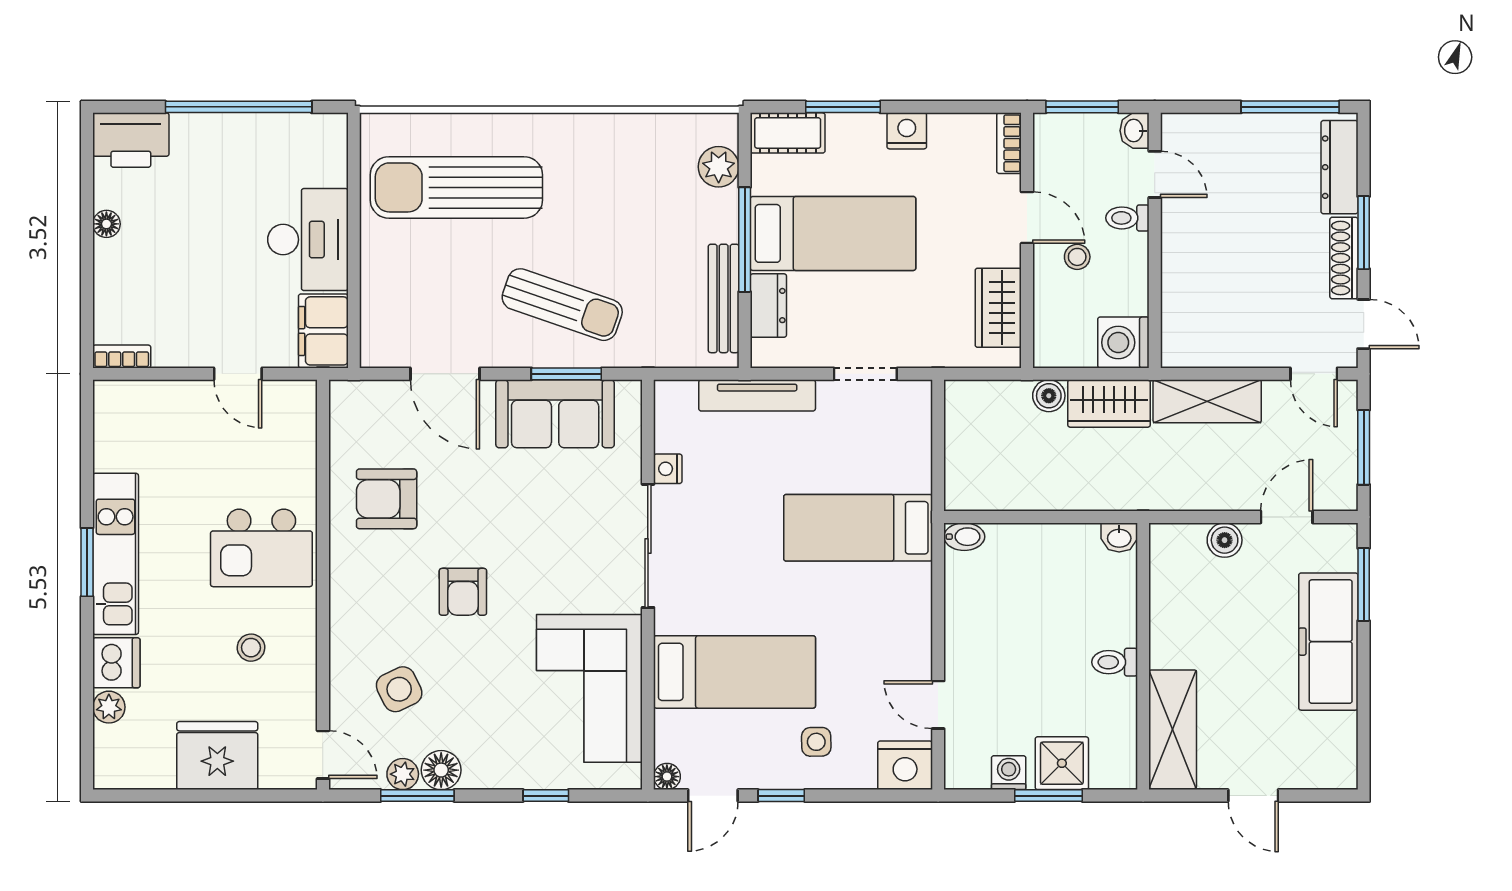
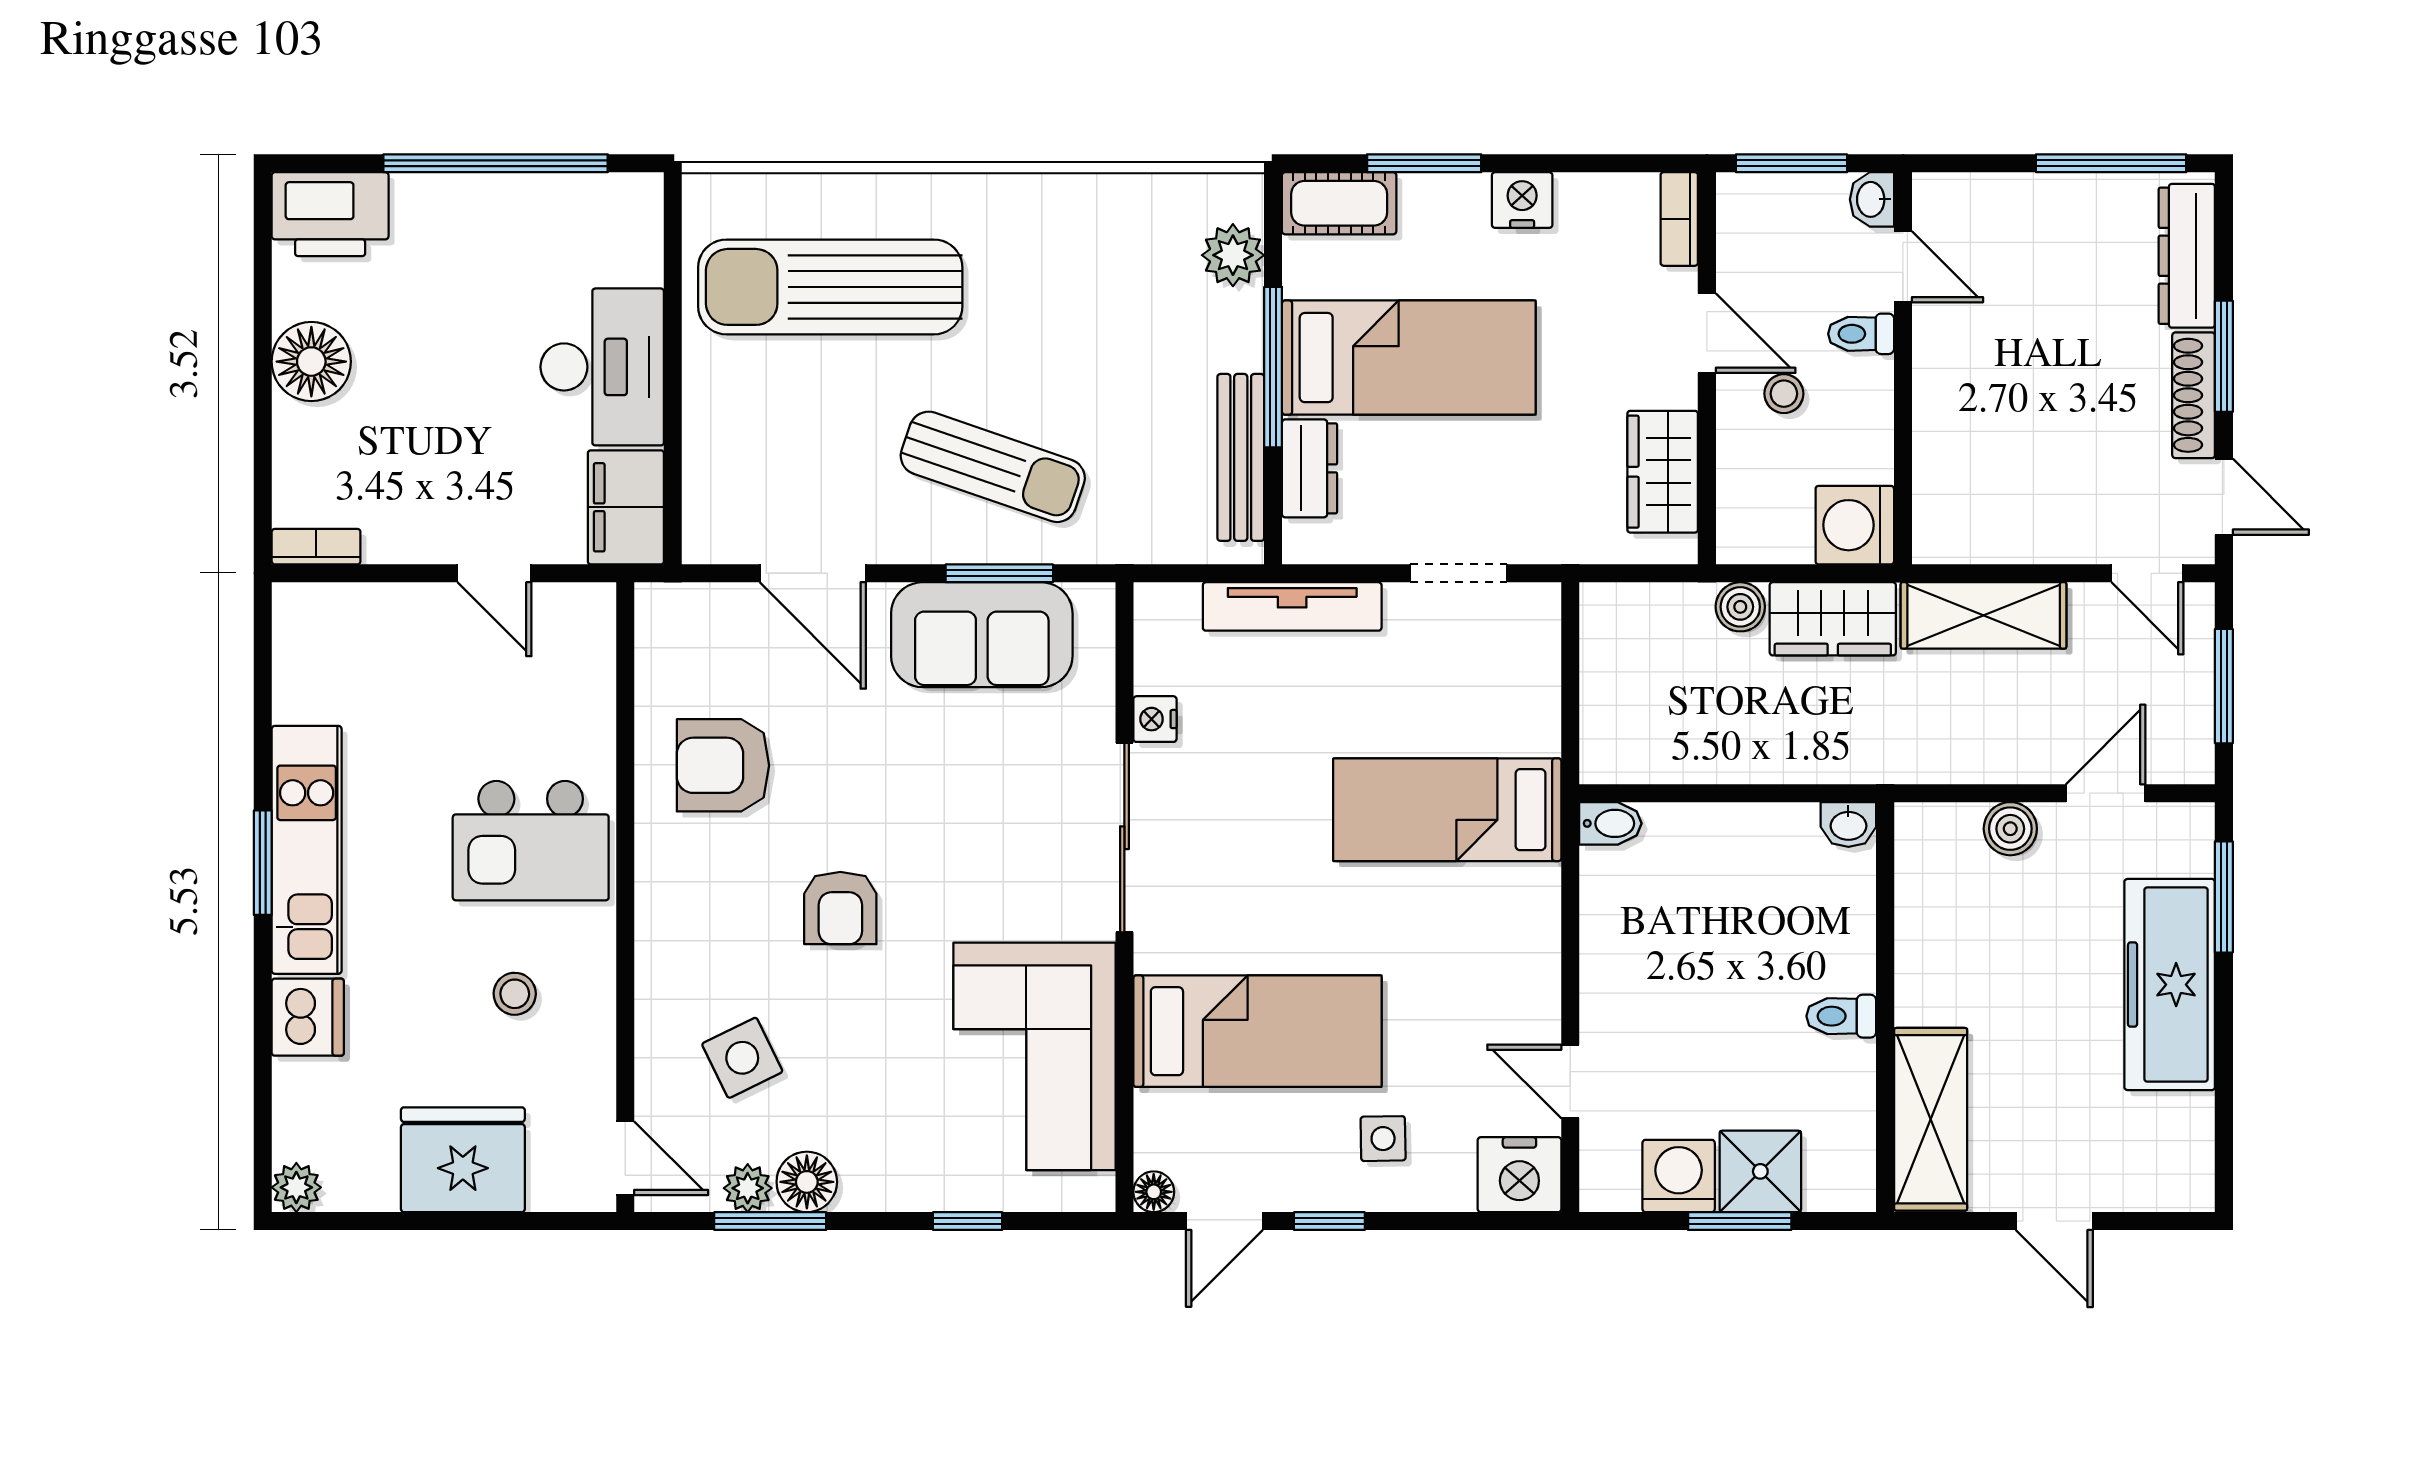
floor lamp: (106, 224) -> (311, 362), width x1.89, depth x1.89
plant: (109, 707) -> (296, 1187), moved
washing machine: (1009, 773) -> (1679, 1176), width x1.38, depth x1.38

